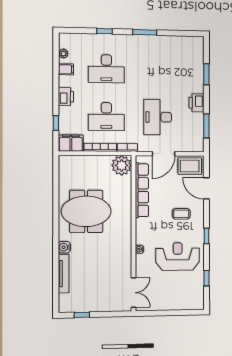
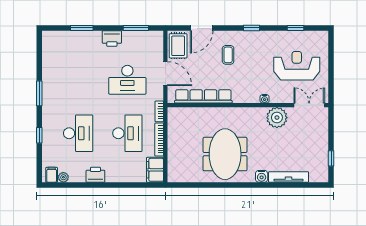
filing cabinet: (66, 69) -> (52, 175), moved
printer: (66, 97) -> (95, 175), moved
window: (56, 123) -> (135, 185), removed
plant: (122, 165) -> (277, 118), moved
reception desk: (178, 256) -> (297, 66), moved, turned 90

